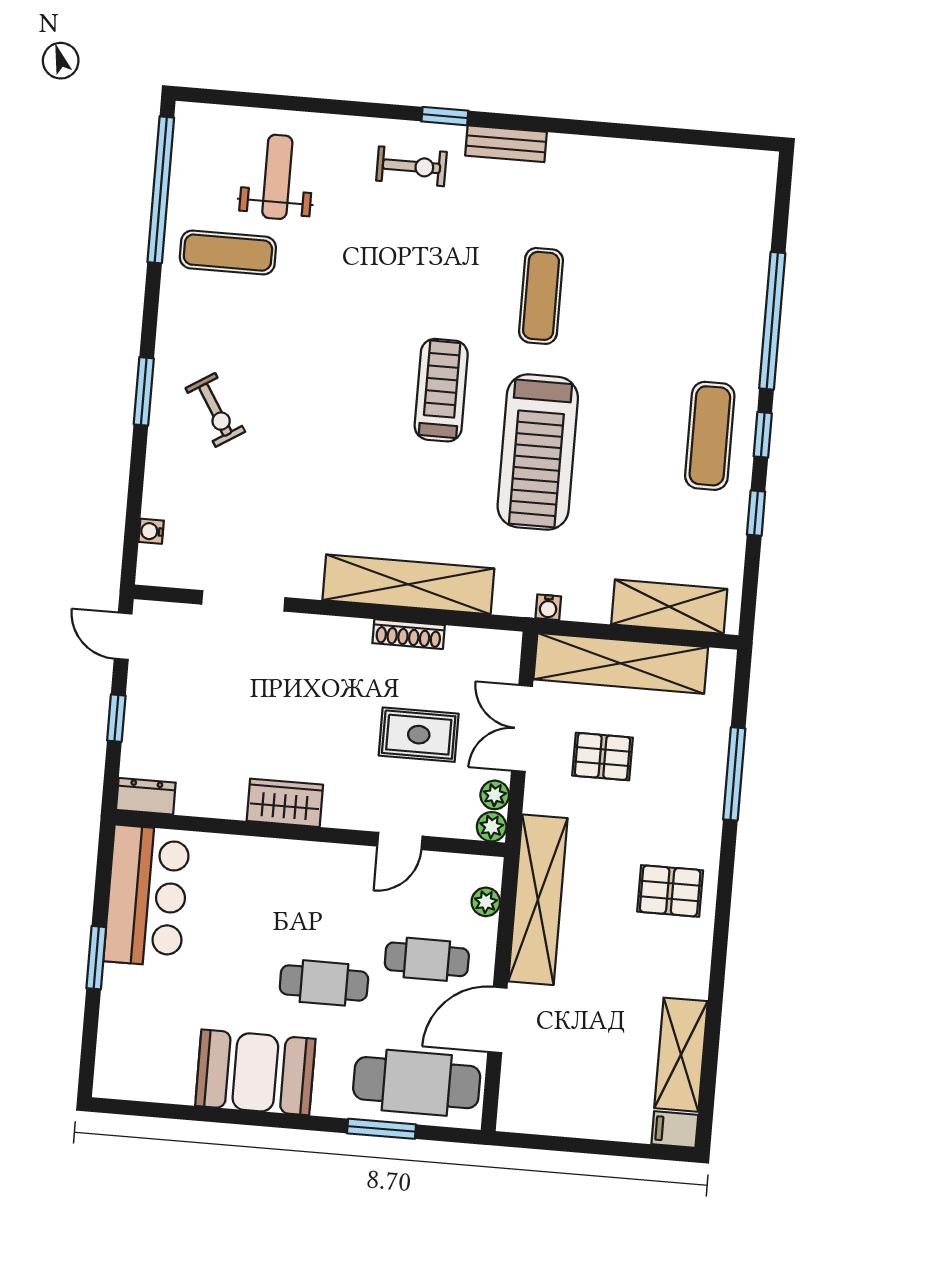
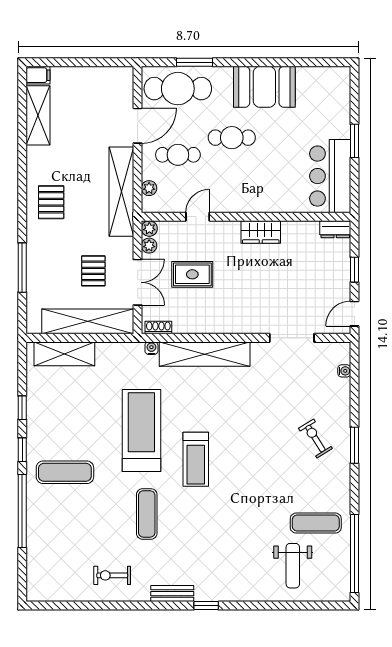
exercise bike: (411, 166) -> (112, 575), moved
exercise mat: (710, 436) -> (65, 472), moved, turned 90
water cooler: (548, 607) -> (151, 348), moved
shoe rack: (409, 634) -> (158, 328), moved, width x0.70
door: (123, 636) -> (354, 314), swing flipped
pallet: (602, 757) -> (93, 271), turned 90
pallet: (670, 891) -> (51, 202), turned 90

